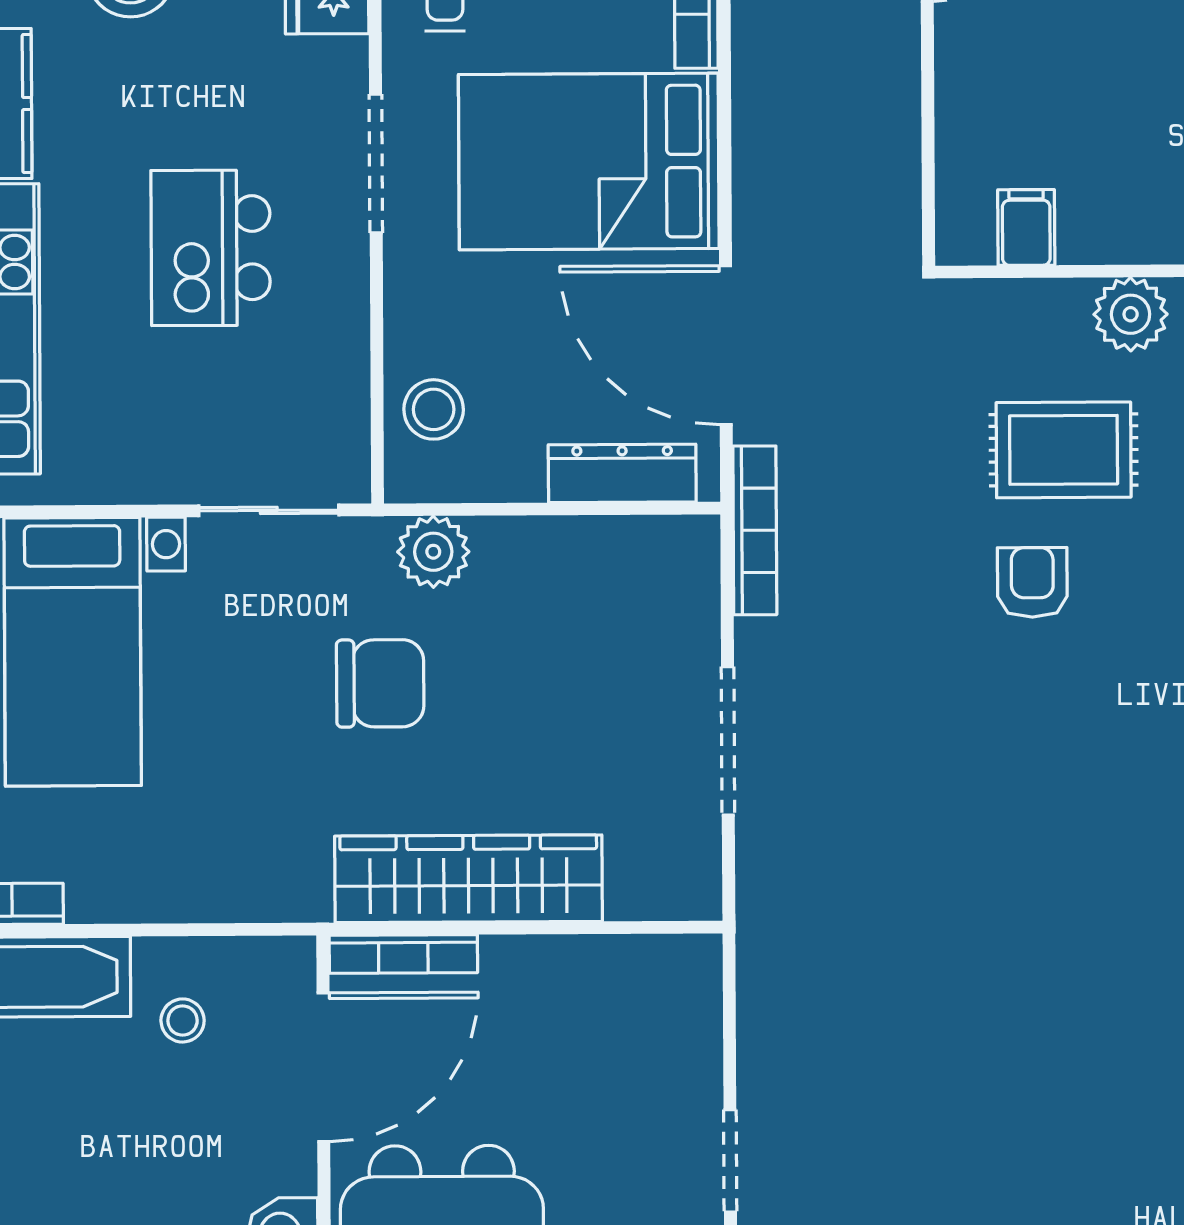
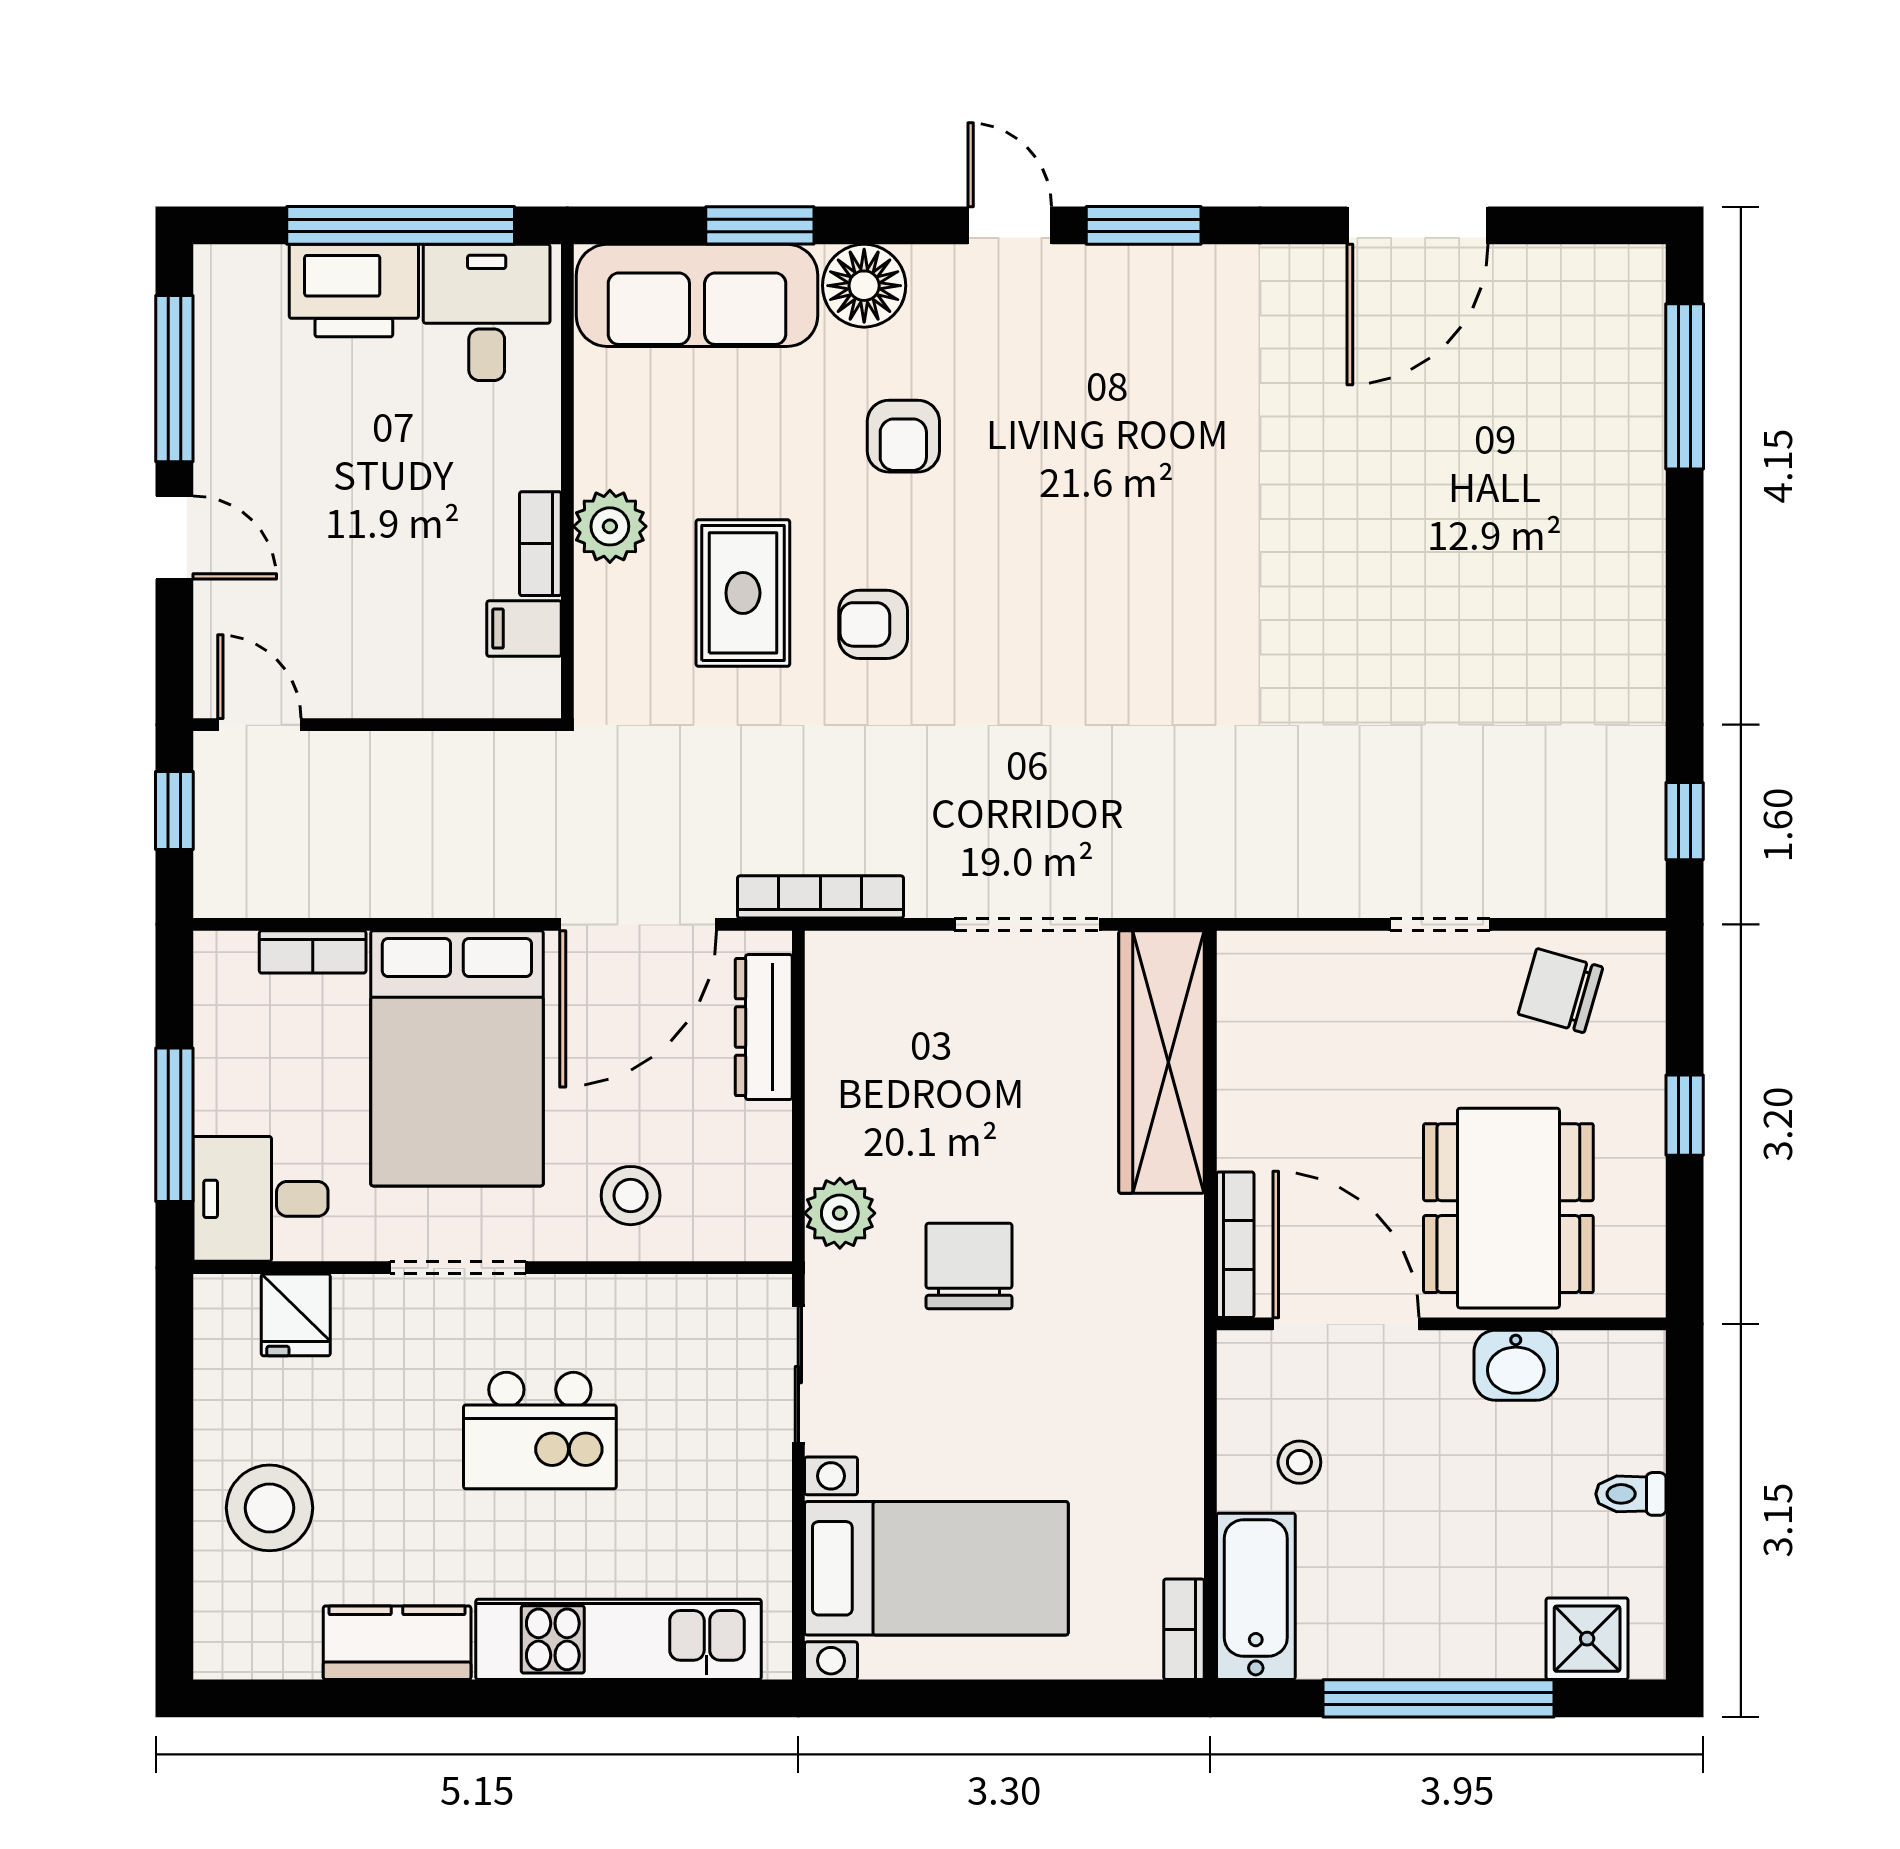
bookcase: (1113, 244) -> (540, 544), added
stool: (434, 409) -> (631, 1196), moved
wardrobe: (468, 879) -> (1161, 1062), moved

